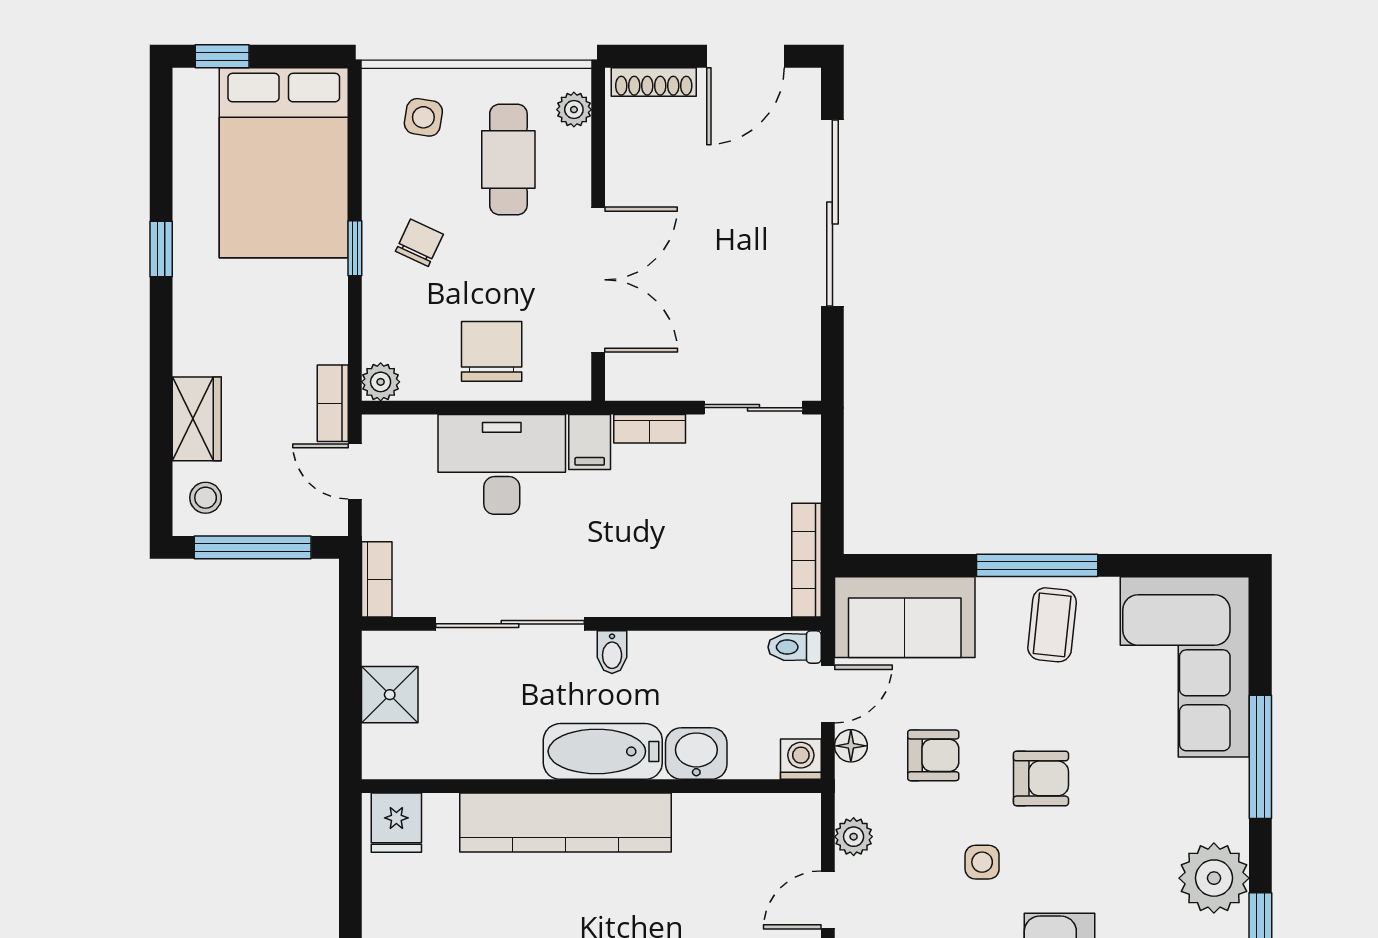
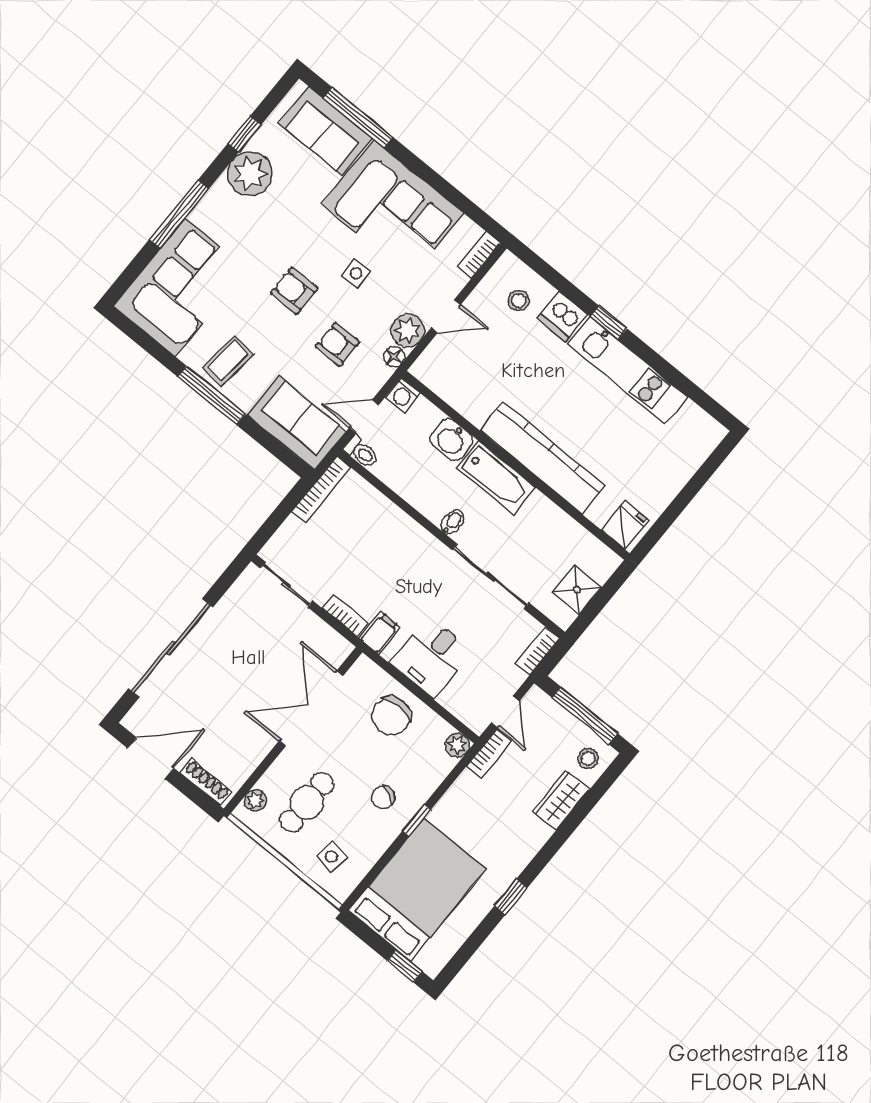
desk: (502, 464) -> (431, 657), width x0.73
floor lamp: (851, 746) -> (394, 357), moved
plant: (854, 837) -> (408, 330), width x1.38, depth x1.38

